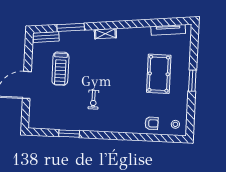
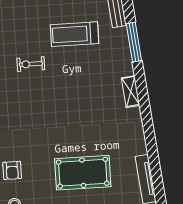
exercise bike: (93, 100) -> (31, 64), moved

